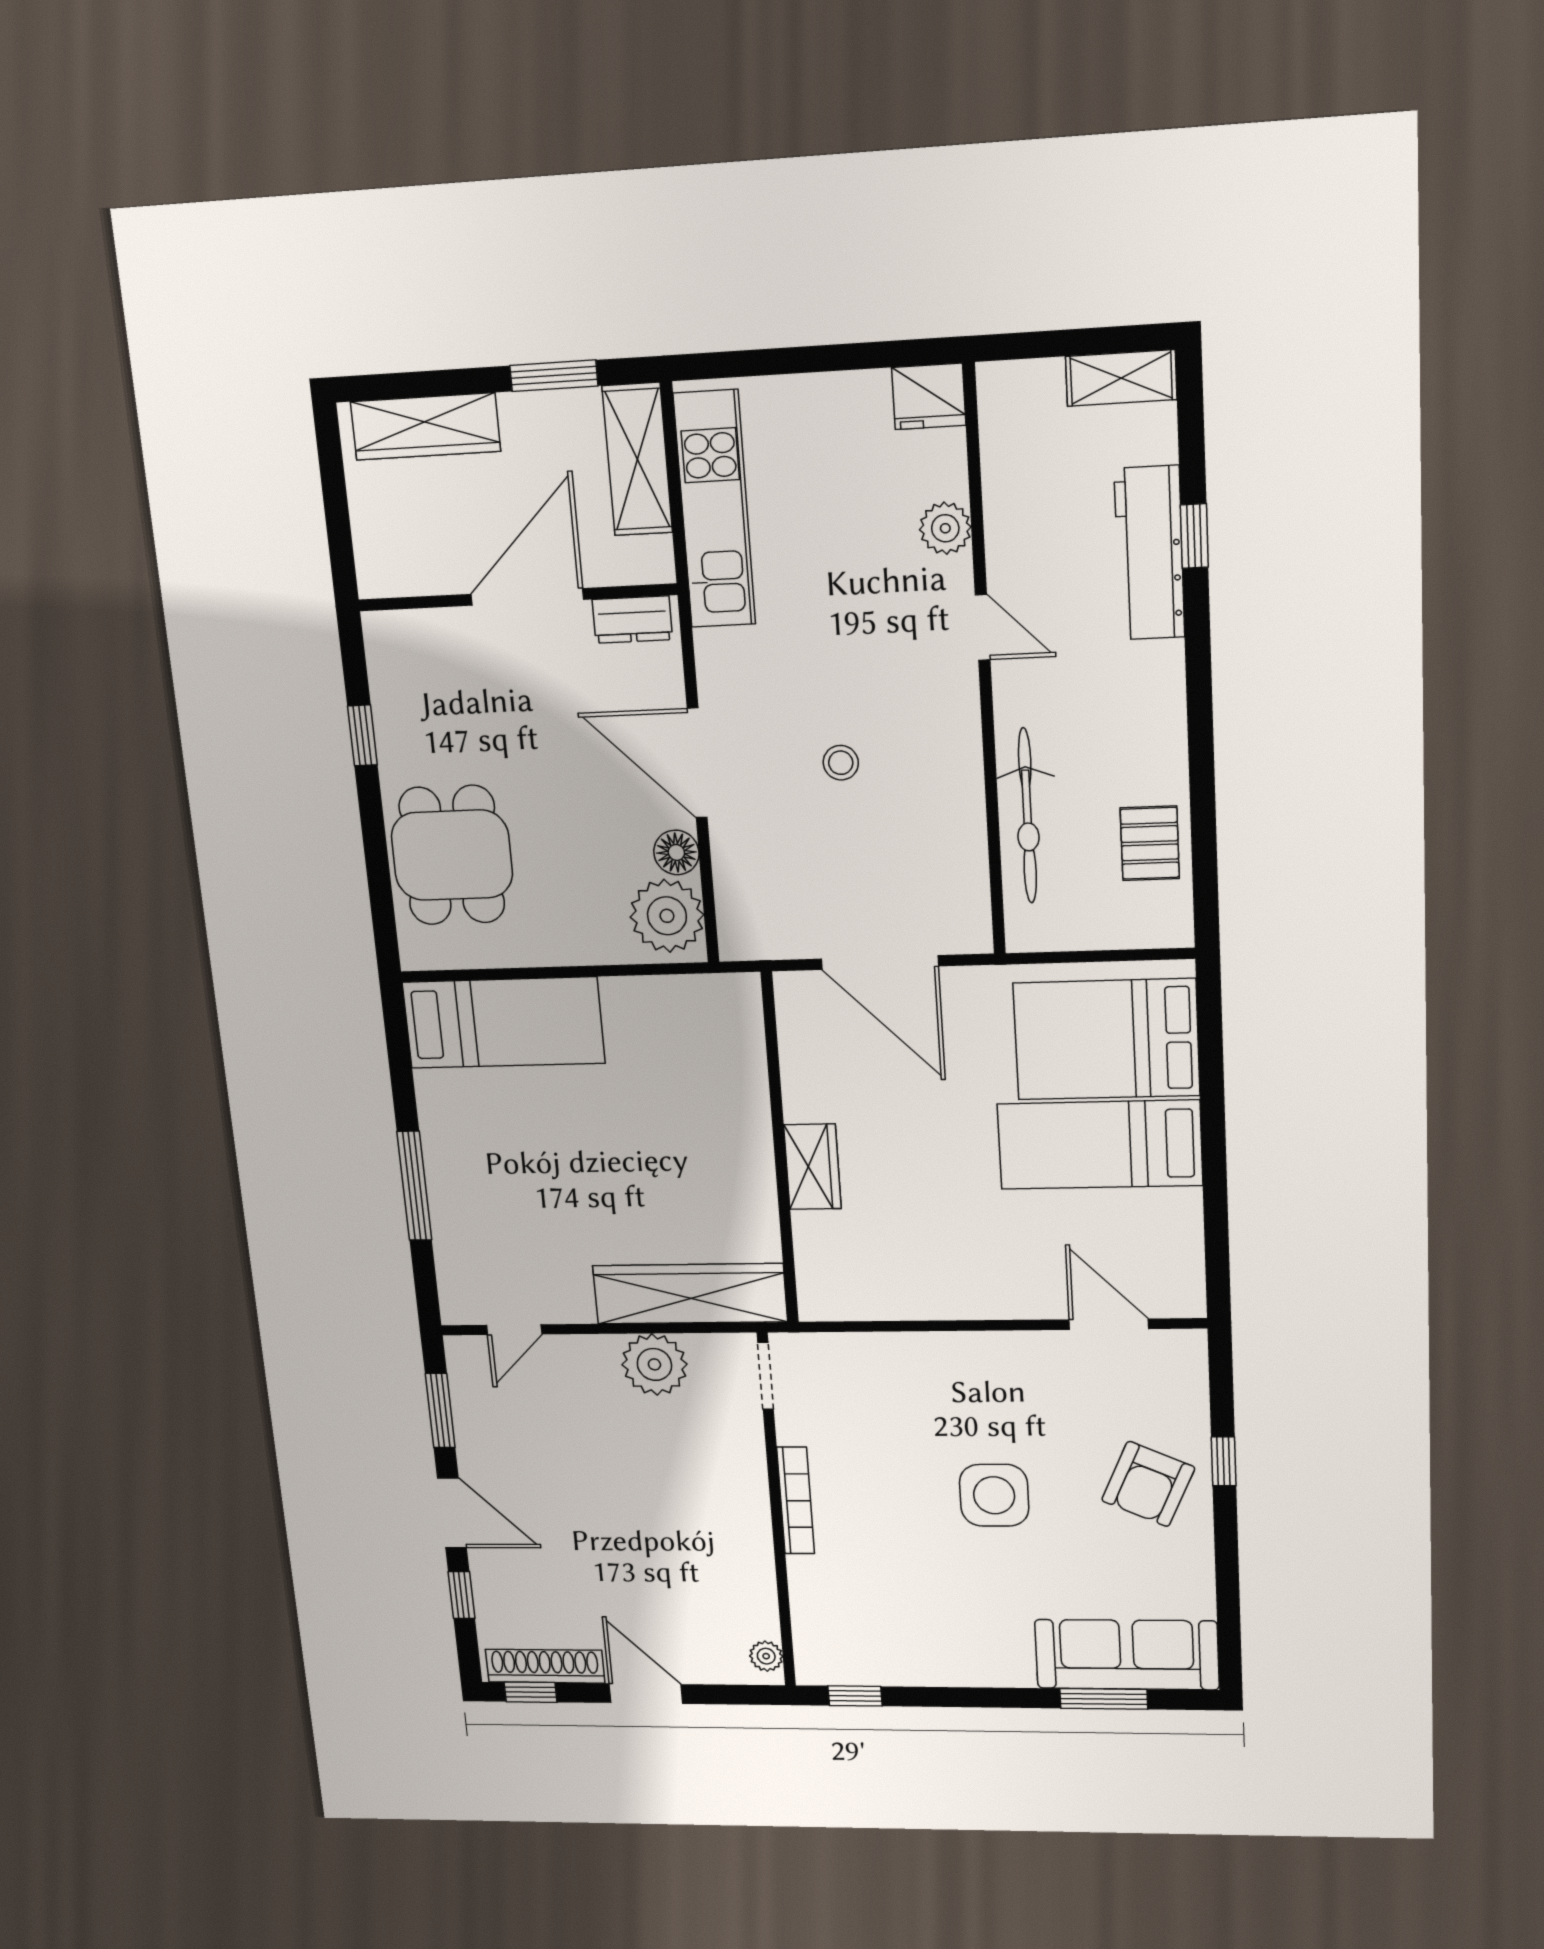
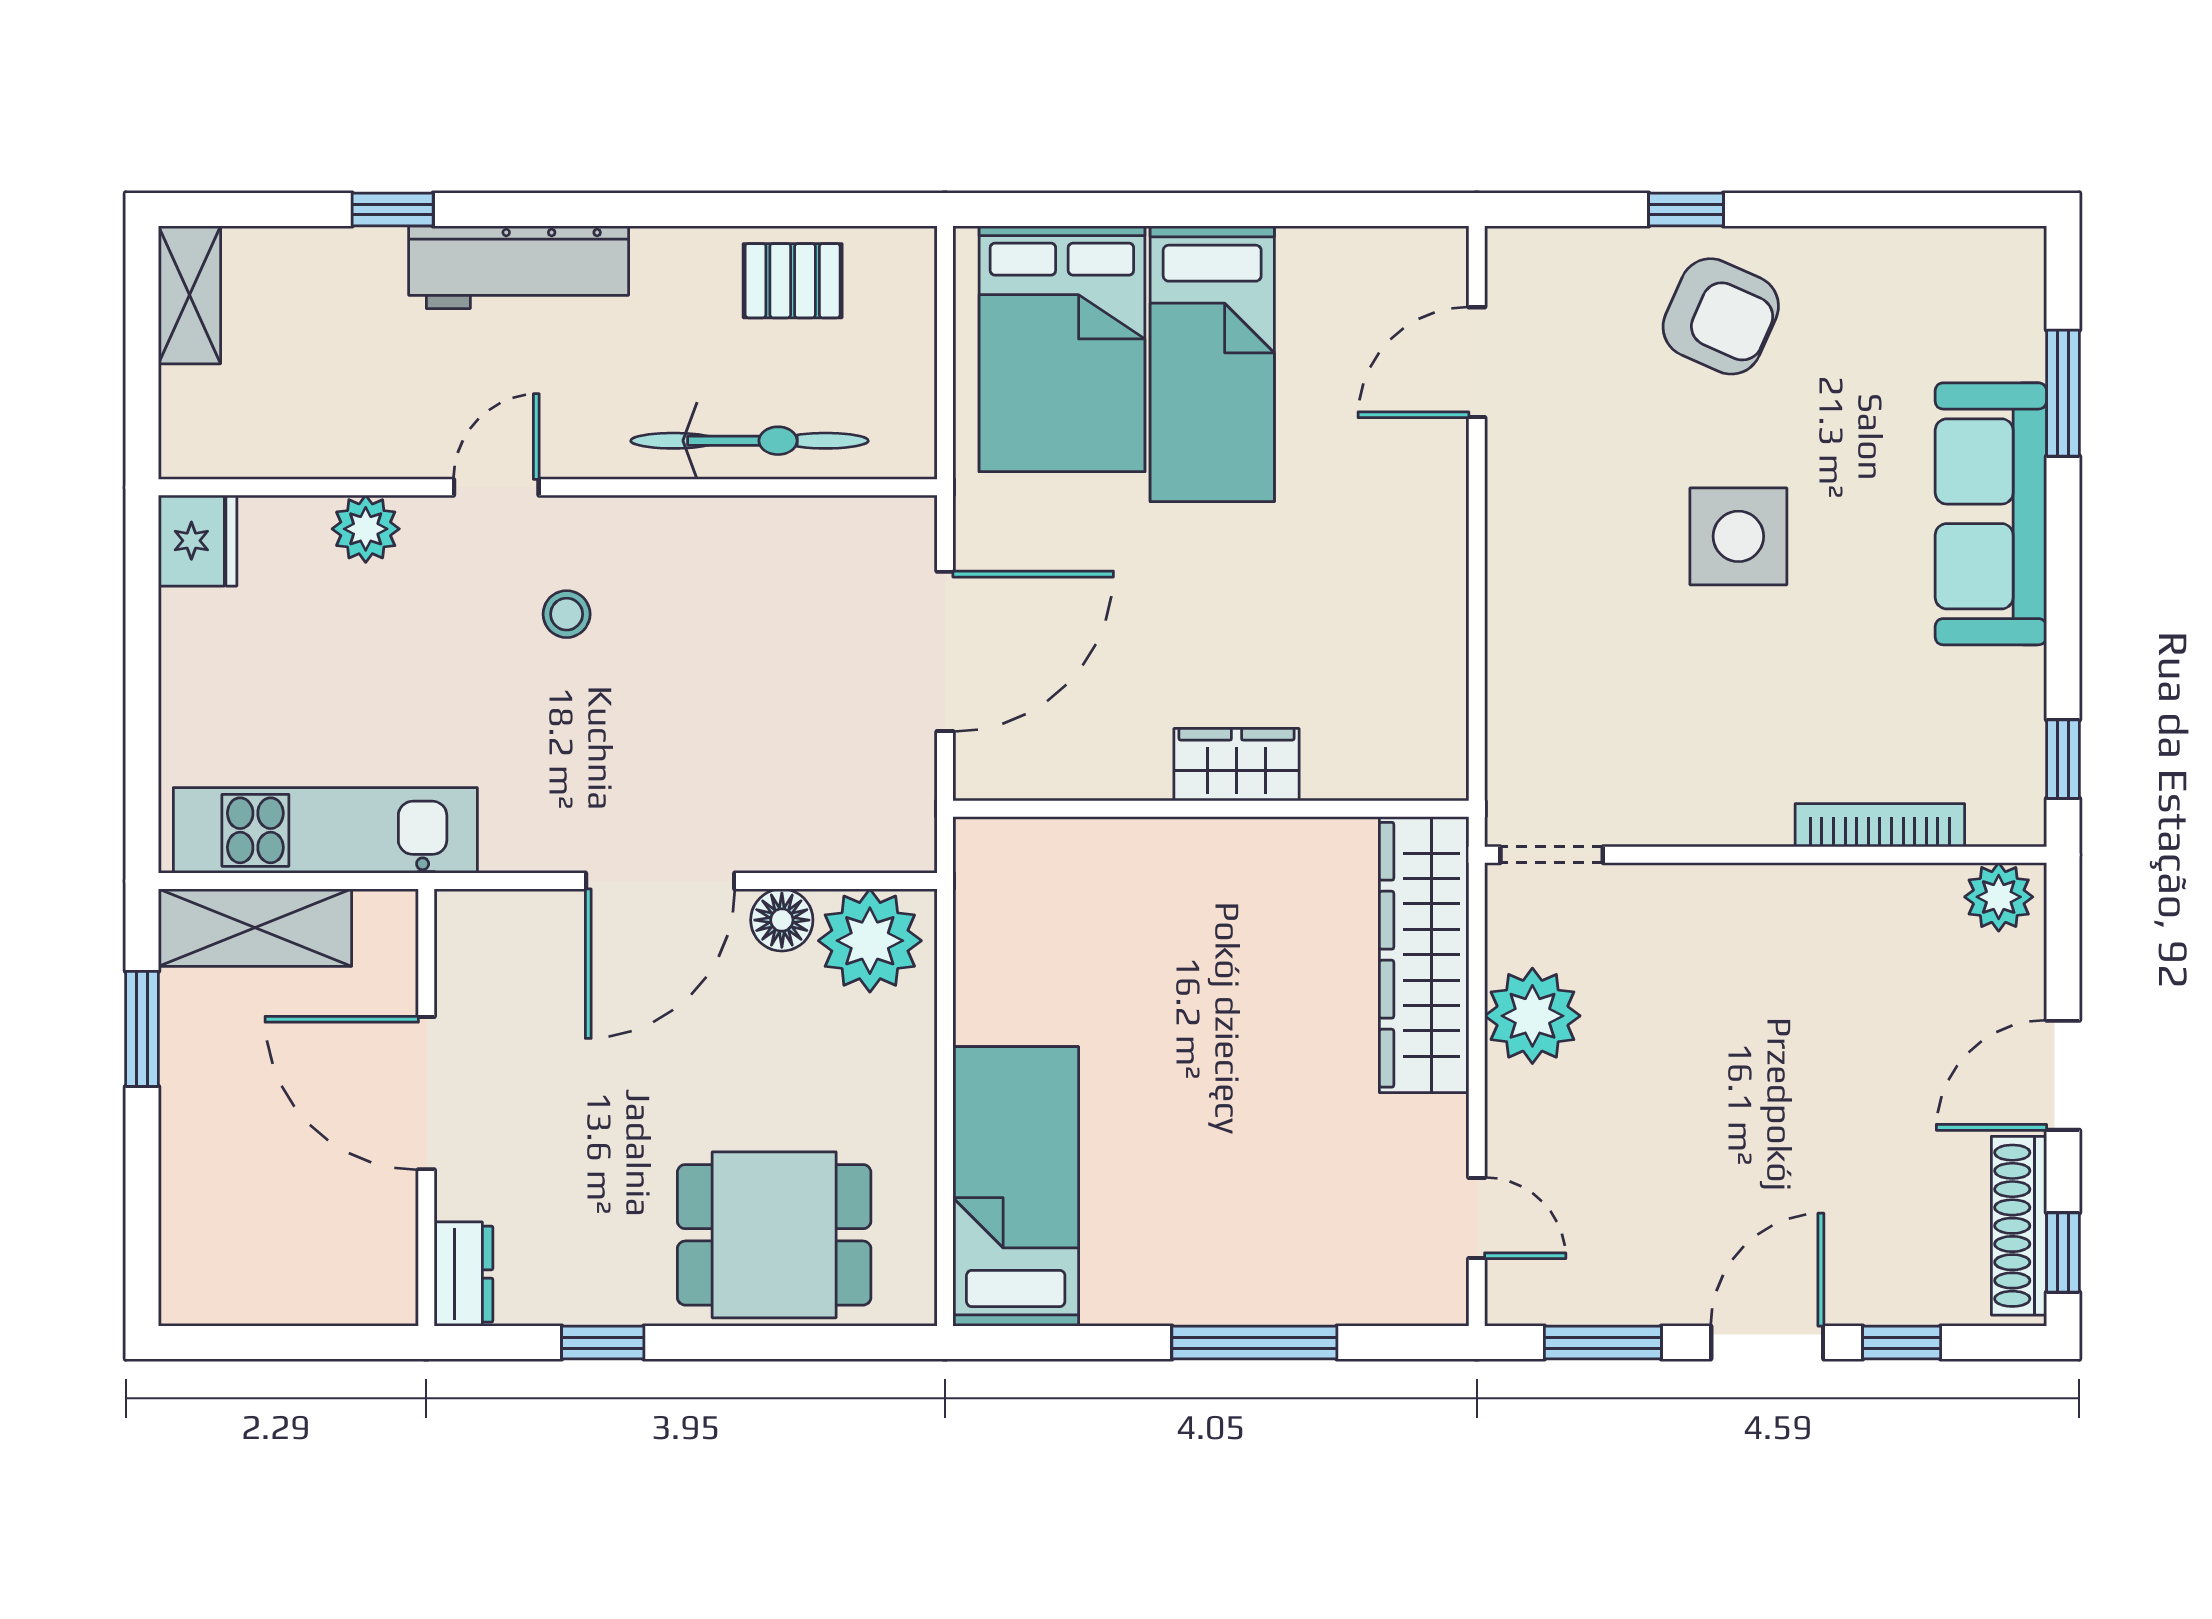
wardrobe: (425, 426) -> (197, 1208), removed
workbench: (1150, 553) -> (519, 267), moved
dresser: (632, 620) -> (464, 1274), moved
stool: (841, 763) -> (567, 614), moved
bookcase: (796, 1501) -> (1880, 825), moved
sofa: (1127, 1655) -> (1991, 514), moved
plant: (766, 1656) -> (1999, 897), width x1.38, depth x1.38

